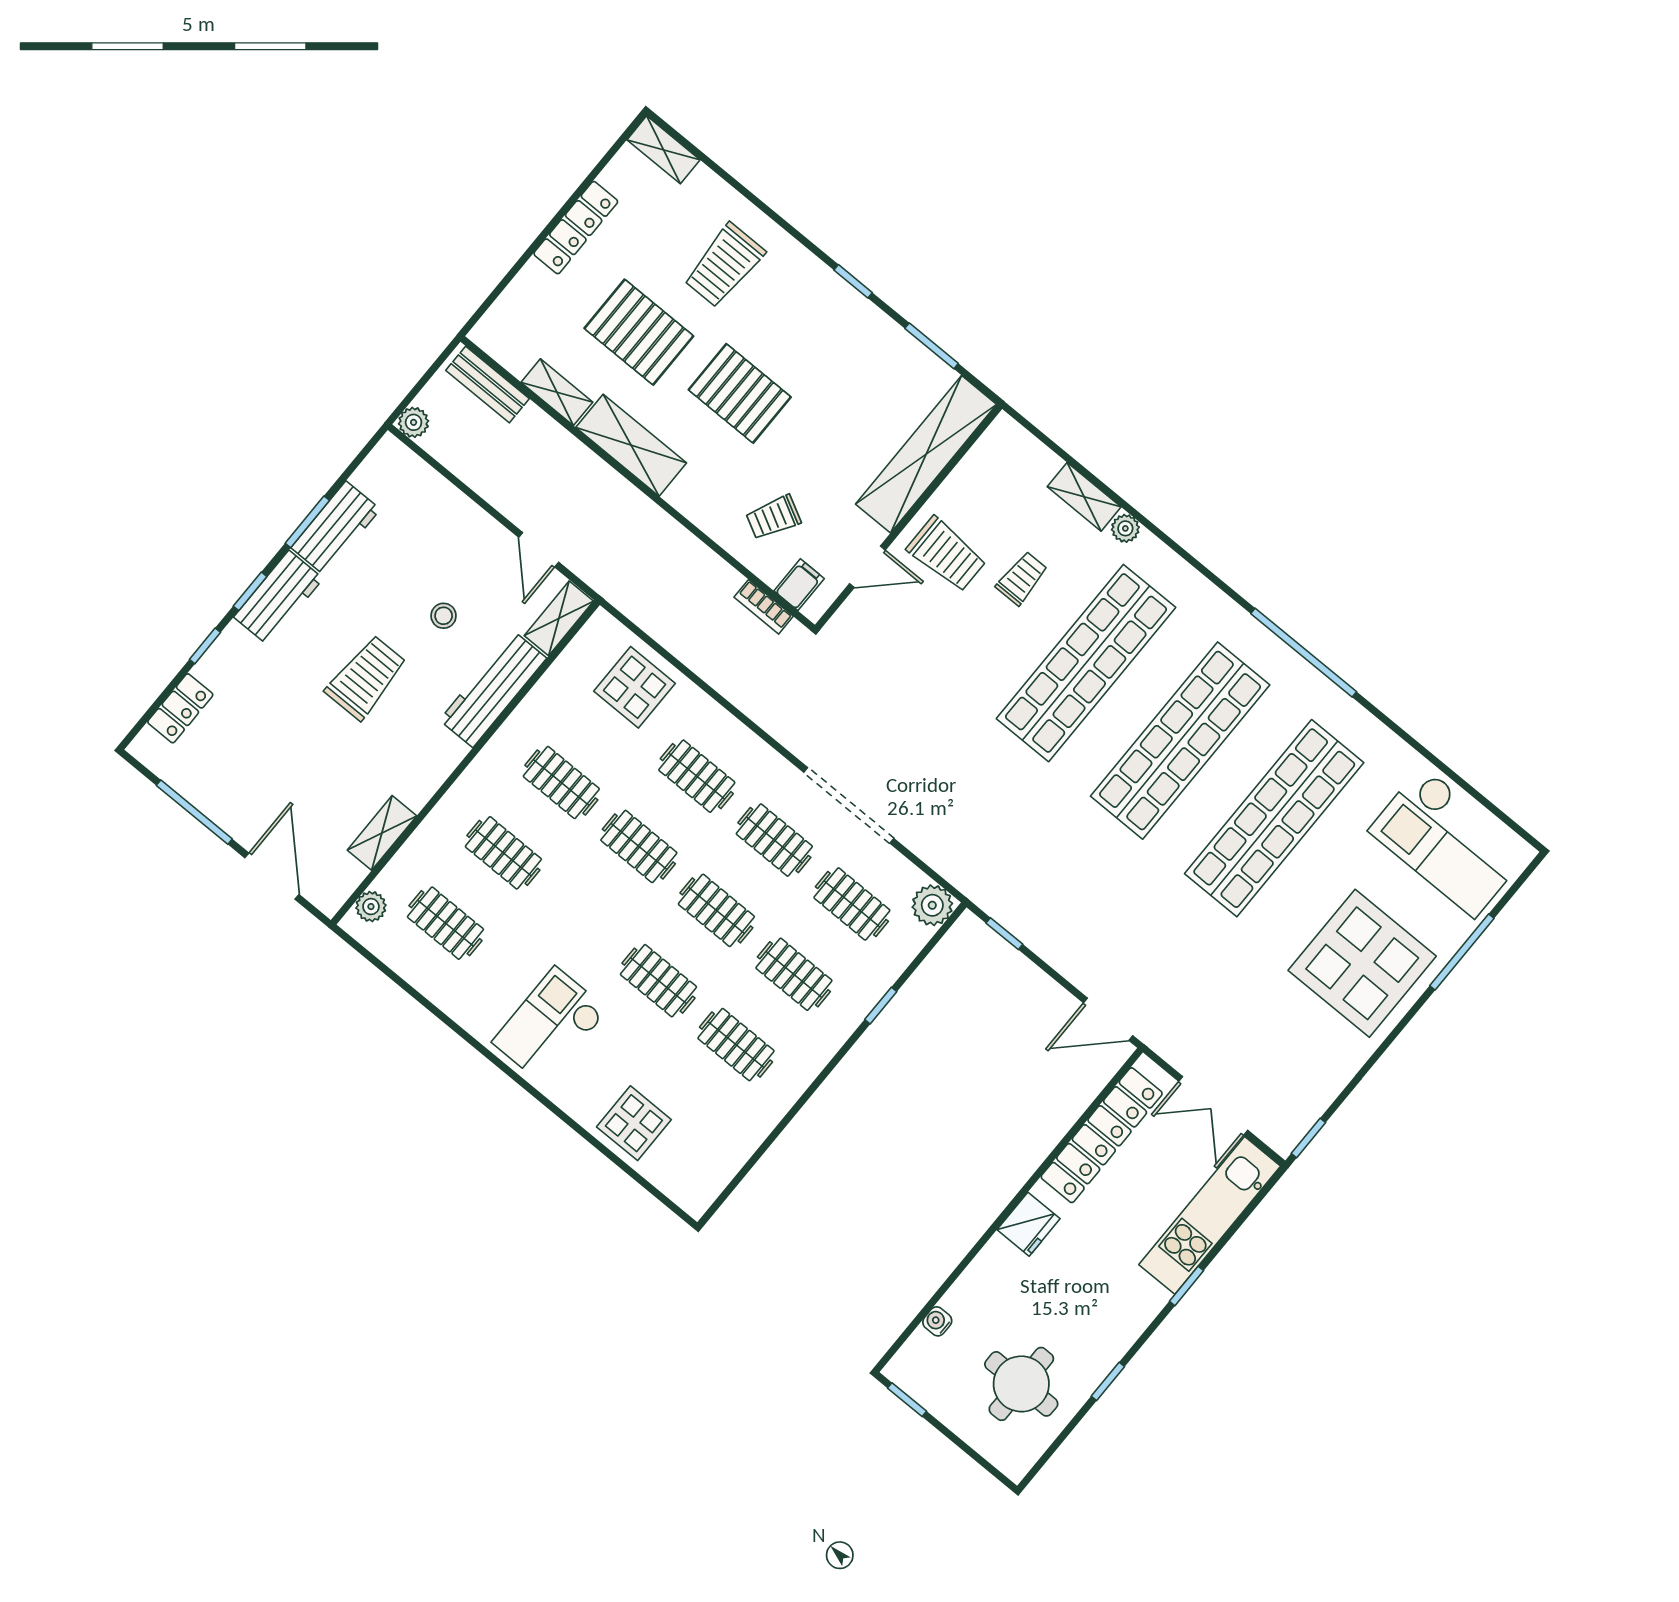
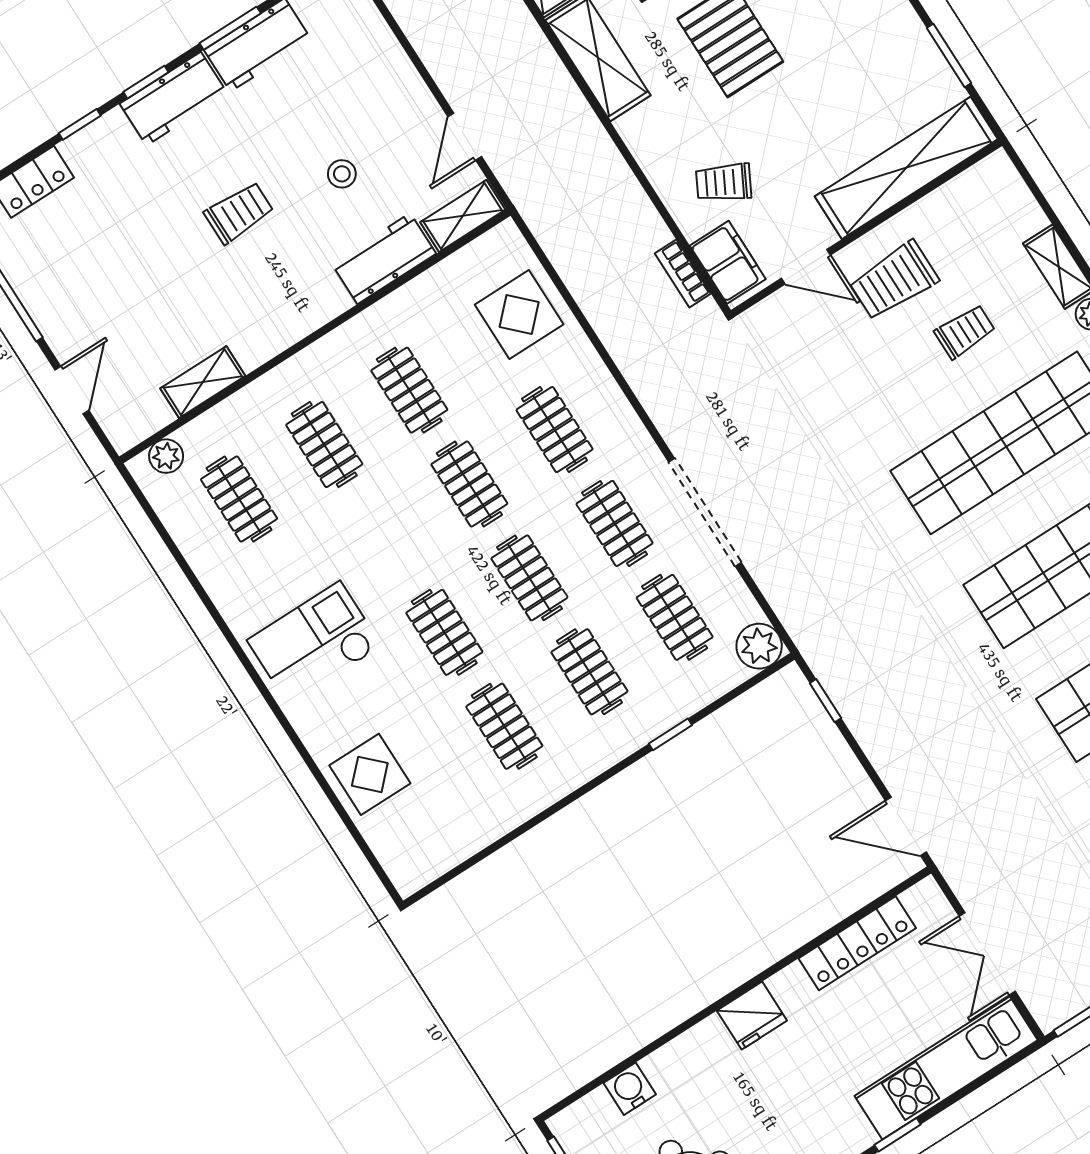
trolley: (947, 554) -> (894, 280), turned 90
filing cabinet: (799, 585) -> (728, 262), width x2.00
trolley: (366, 678) -> (239, 213), width x0.73, depth x0.72
workbench: (493, 689) -> (384, 259), width x0.73
door: (272, 876) -> (72, 390), width x0.73
locker: (1102, 1135) -> (857, 943), width x0.71, depth x0.83
water cooler: (937, 1321) -> (630, 1089), width x1.38, depth x1.38

